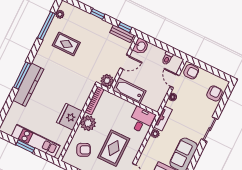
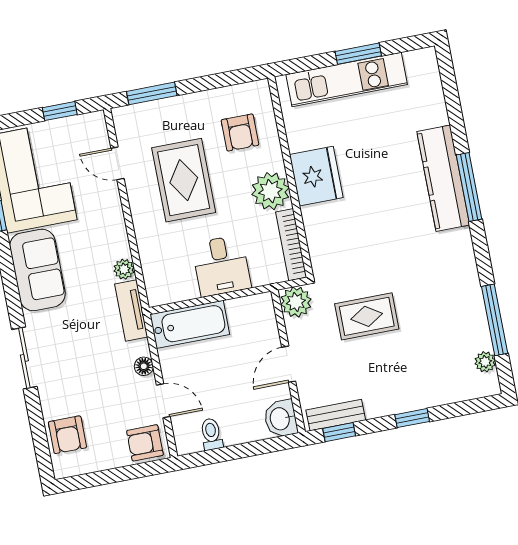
rug: (66, 44) -> (367, 316), moved
bathtub: (129, 91) -> (190, 324), moved
desk: (141, 120) -> (221, 266), moved
armchair: (84, 150) -> (240, 132), turned -65

